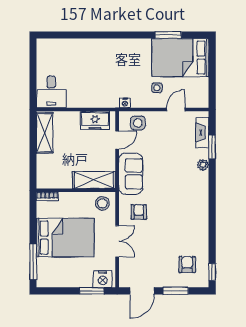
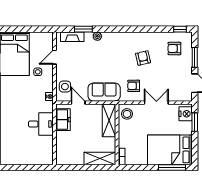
desk: (51, 92) -> (41, 124), moved
door: (176, 109) -> (54, 57), hinge flipped
shelving: (45, 133) -> (100, 159), moved
armchair: (175, 224) -> (143, 58), added
bed: (65, 238) -> (170, 150), moved, turned -90

